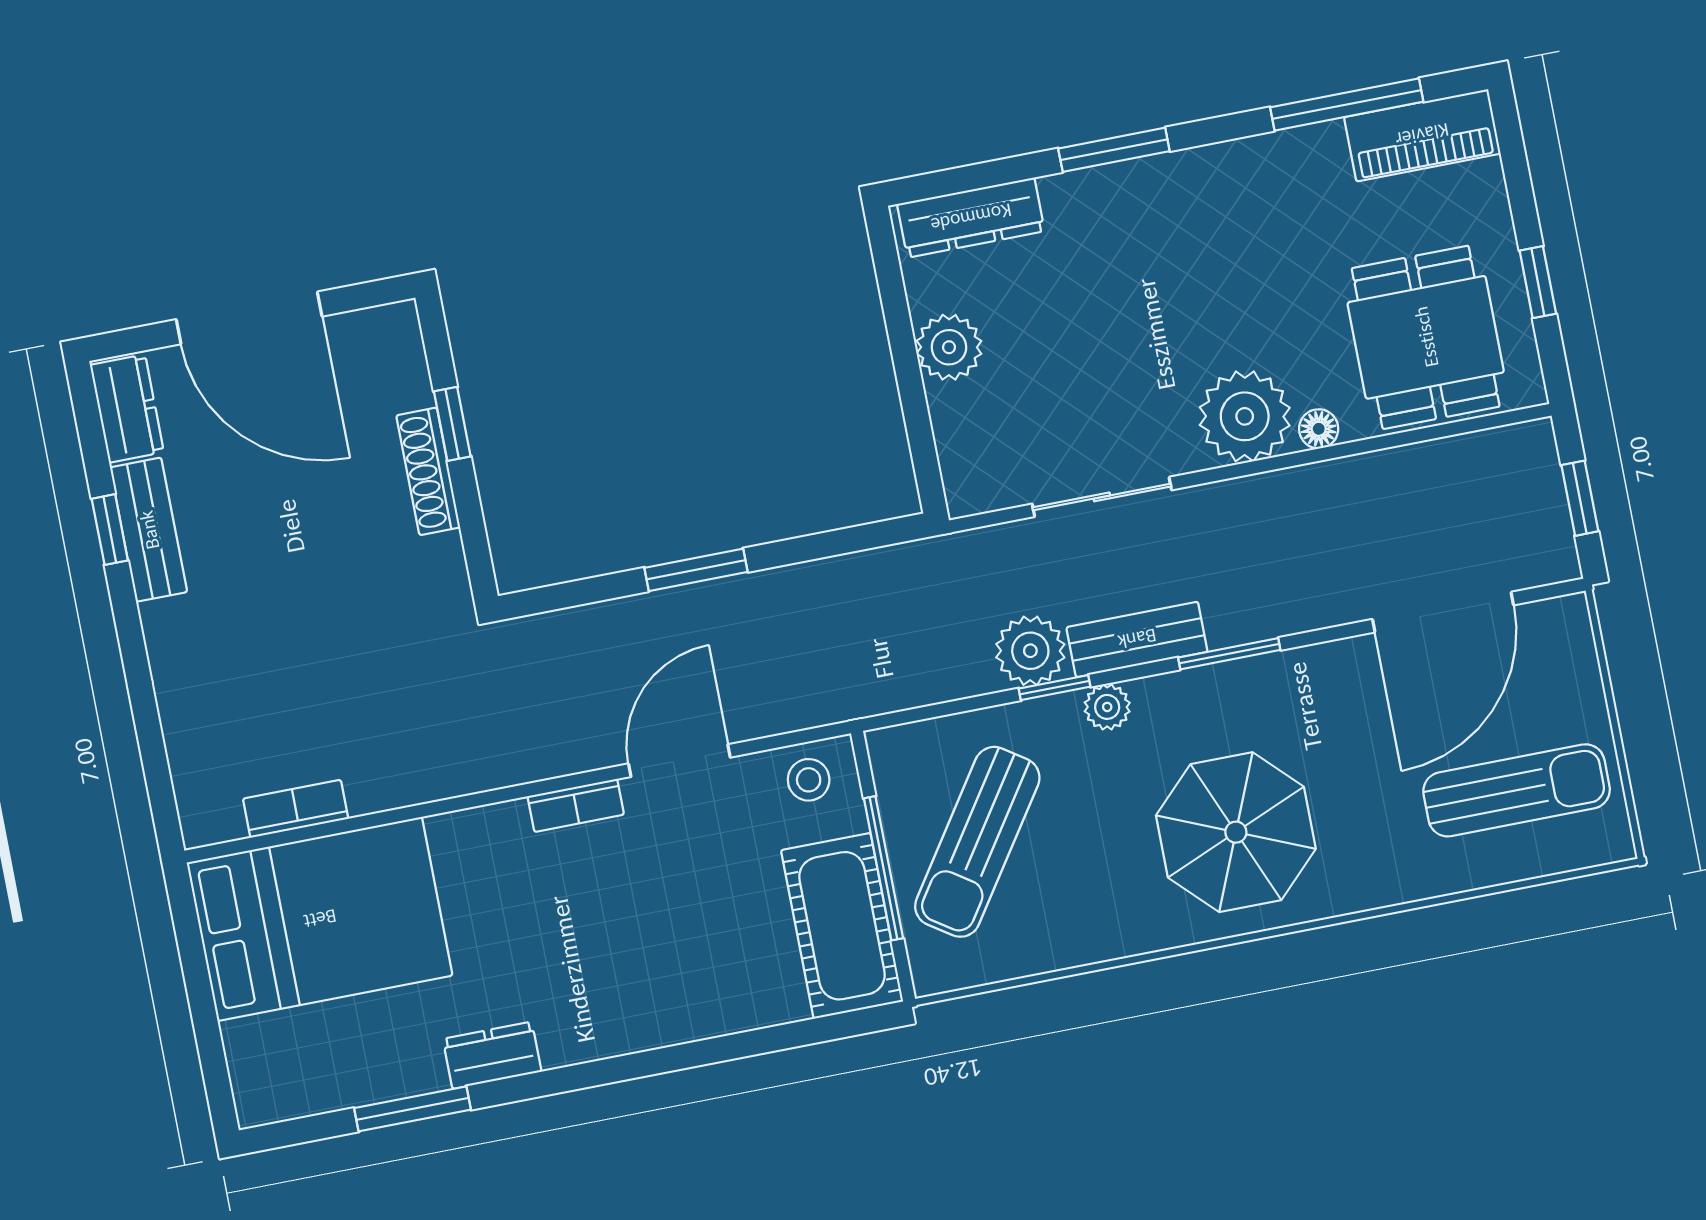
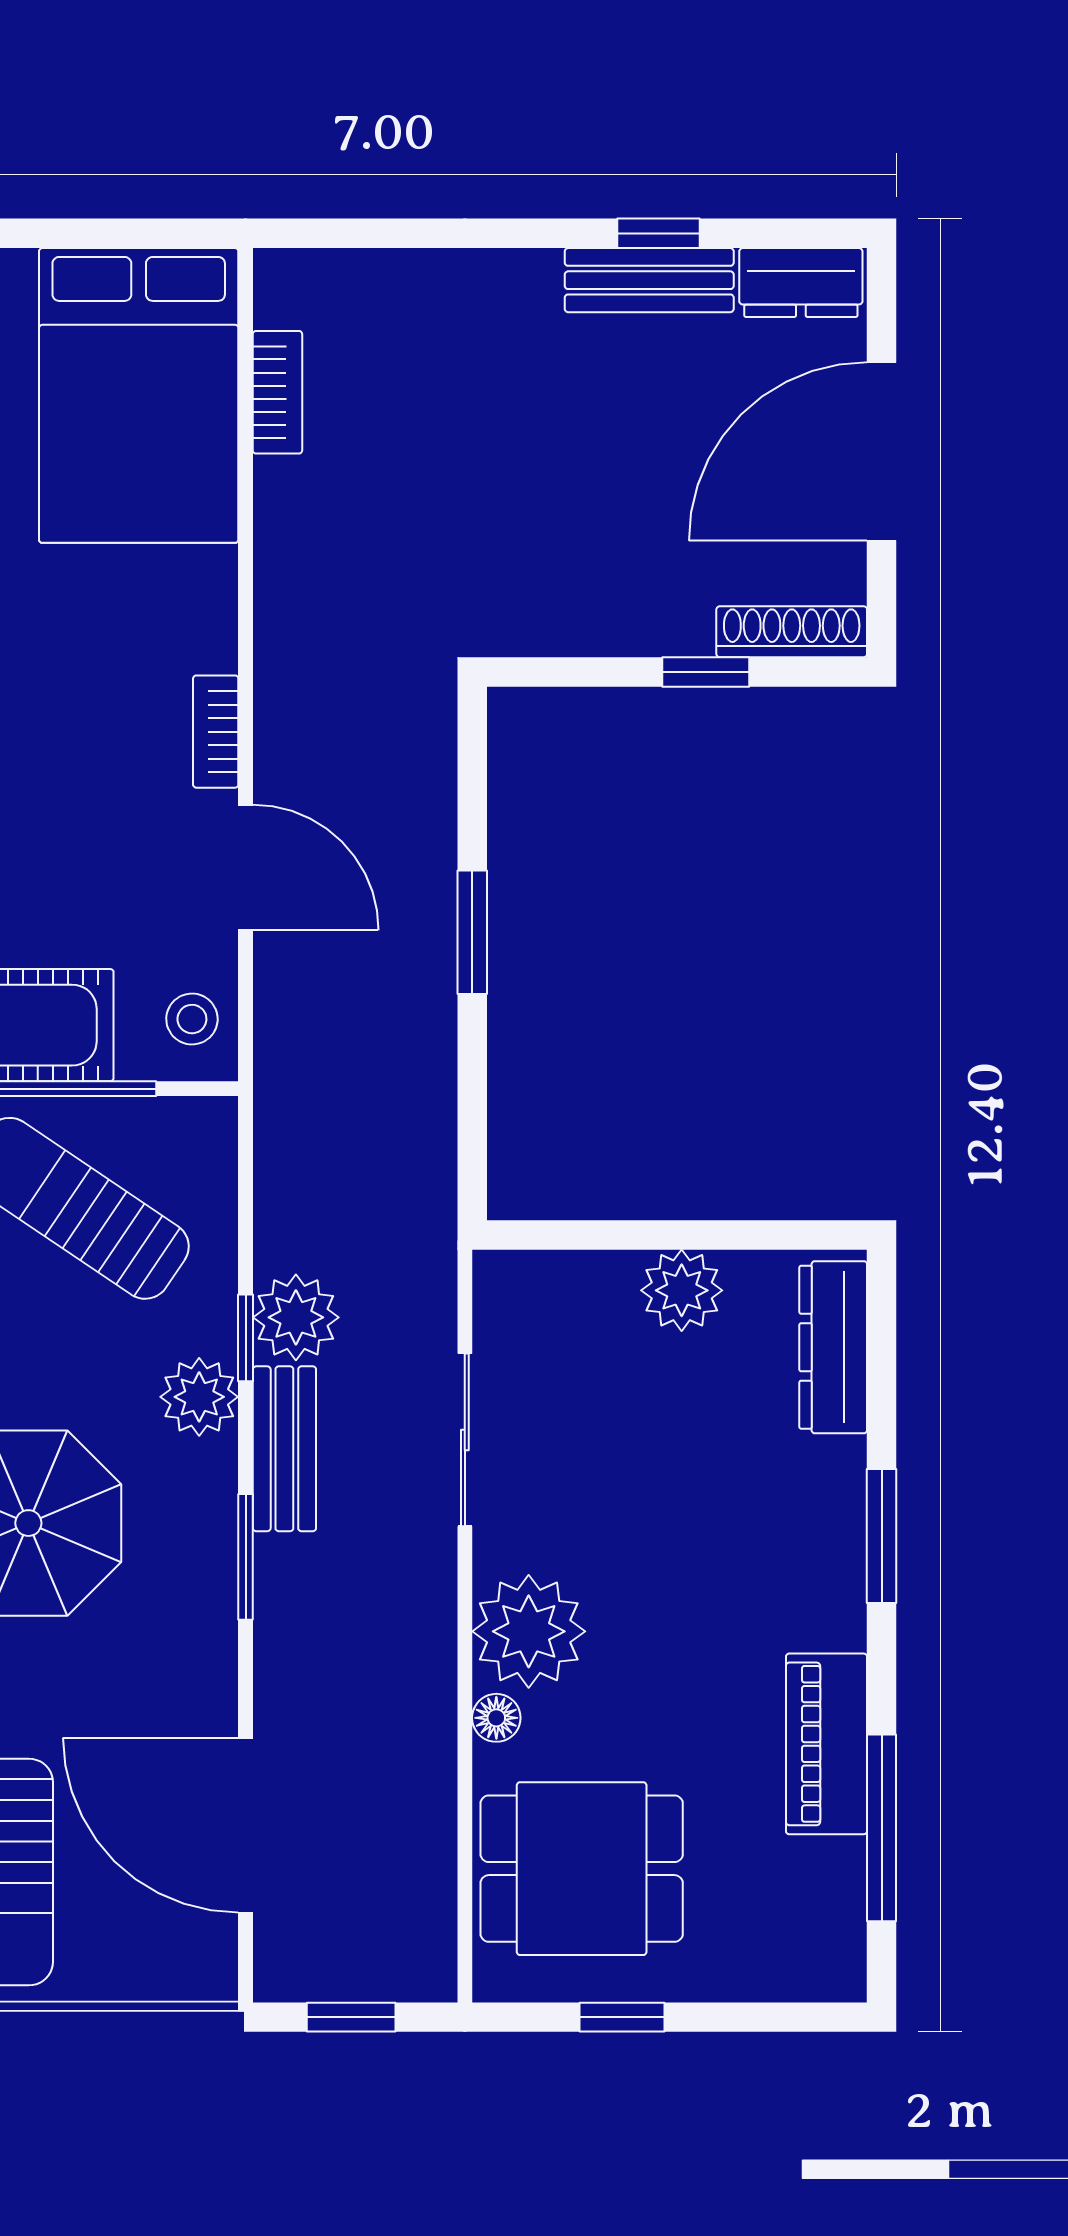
piano: (1422, 135) -> (826, 1744), moved
shoe rack: (428, 471) -> (792, 632), moved
plant: (1107, 707) -> (199, 1397), width x1.38, depth x1.38

